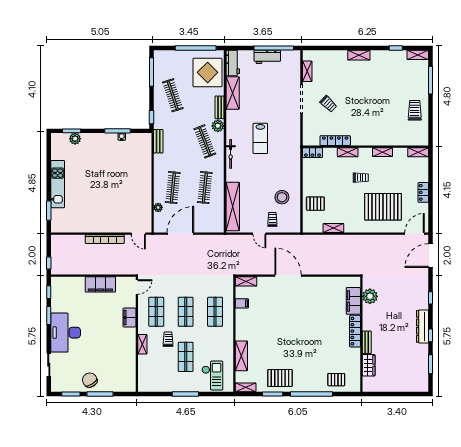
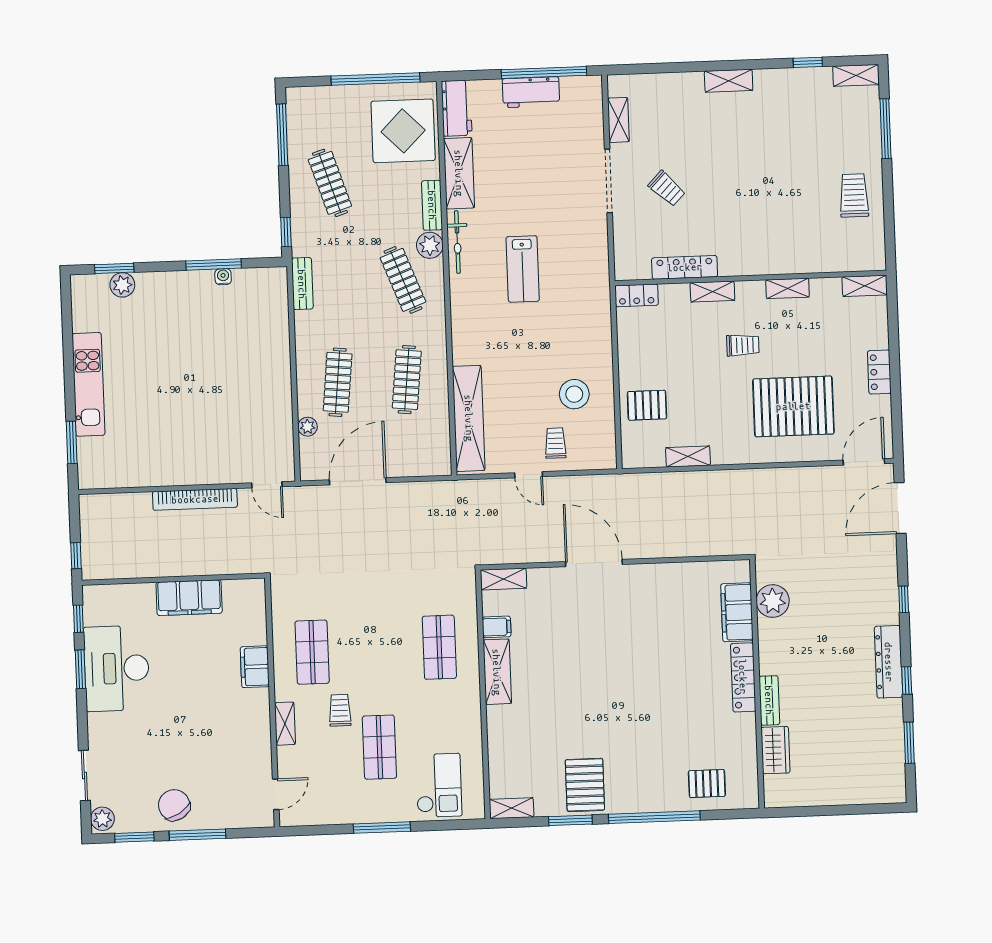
bicycle: (231, 154) -> (457, 242), moved
door: (137, 287) -> (276, 794), moved
shop shelf: (186, 312) -> (376, 650), removed
desk: (66, 333) -> (117, 668), moved
shelving: (241, 356) -> (497, 672), moved
pallet: (280, 378) -> (585, 785), turned 90
plant: (56, 385) -> (102, 819), added

